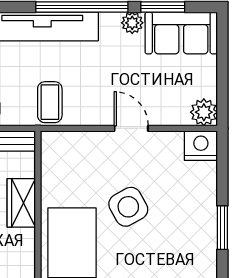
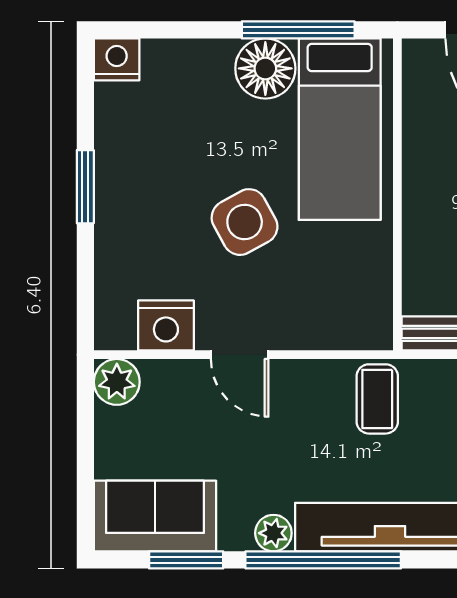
plant: (132, 23) -> (273, 533), moved
nightstand: (201, 146) -> (166, 325), moved
wardrobe: (21, 203) -> (426, 229), removed

